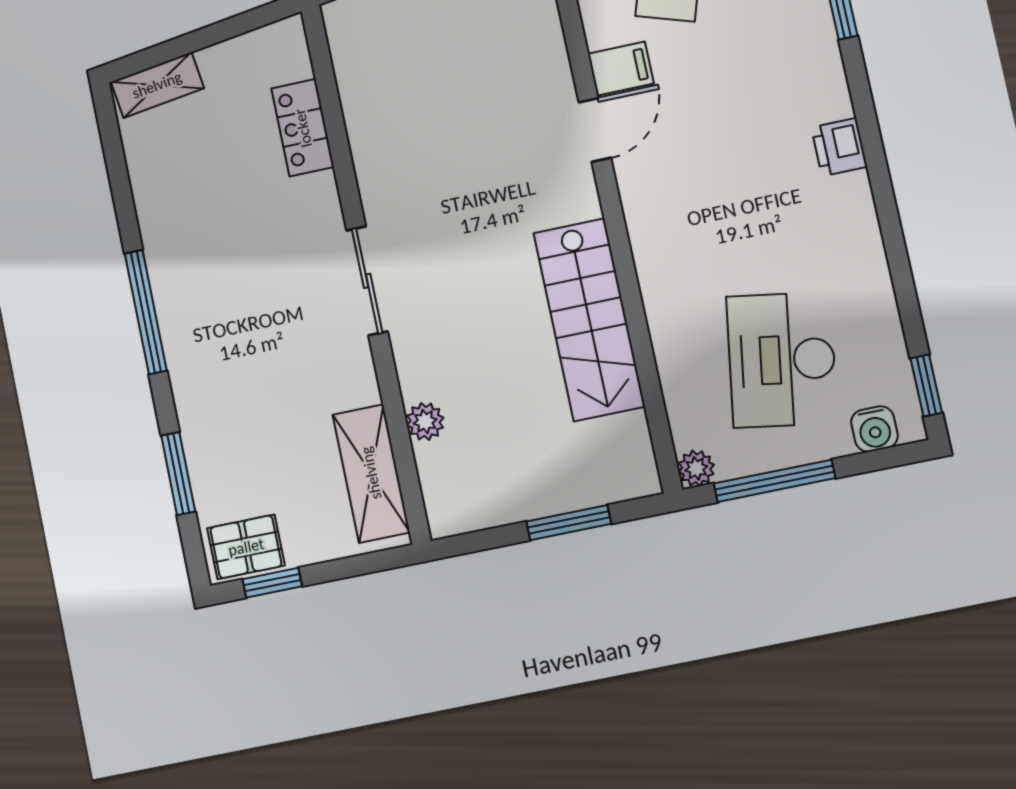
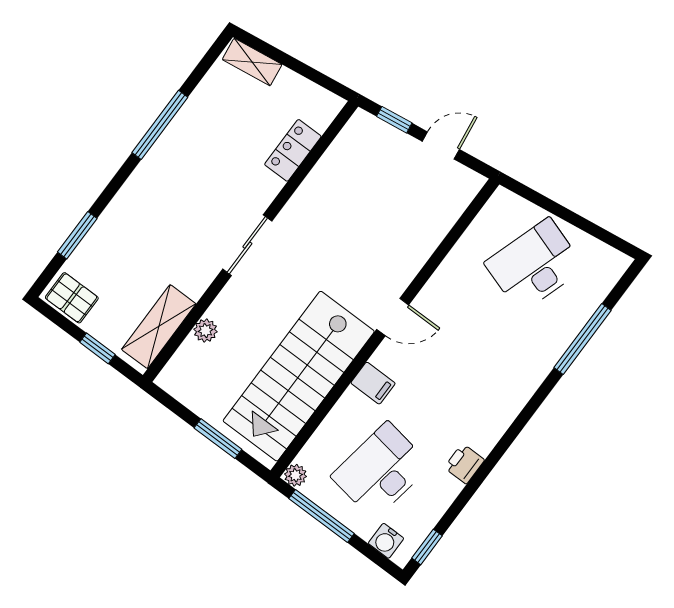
filing cabinet: (621, 69) -> (373, 383), moved
door: (595, 130) -> (393, 317), moved
printer: (839, 147) -> (464, 464), moved
window: (146, 312) -> (160, 125), moved
stairs: (589, 320) -> (299, 376), width x1.36, depth x1.51
window: (272, 583) -> (97, 348), moved

